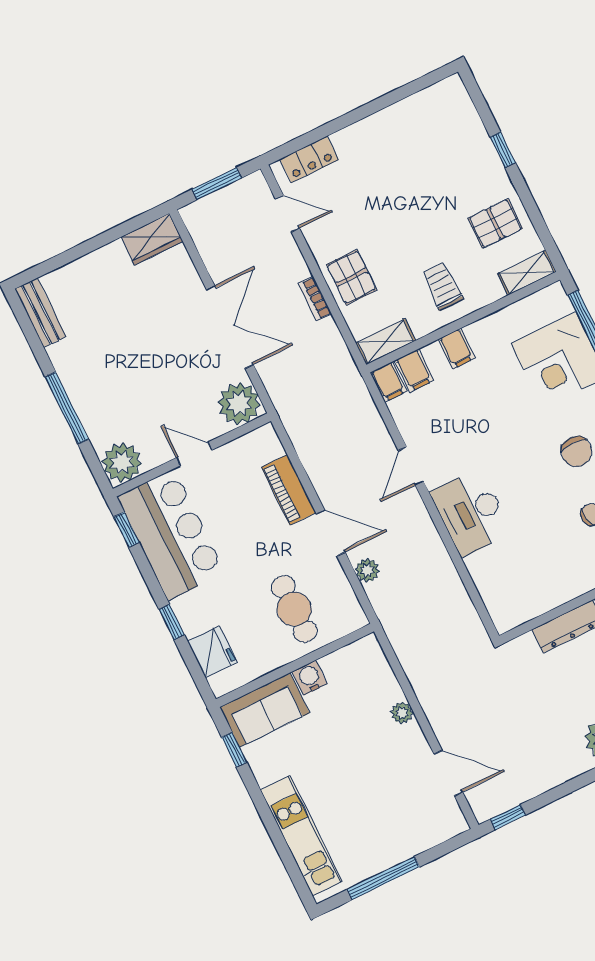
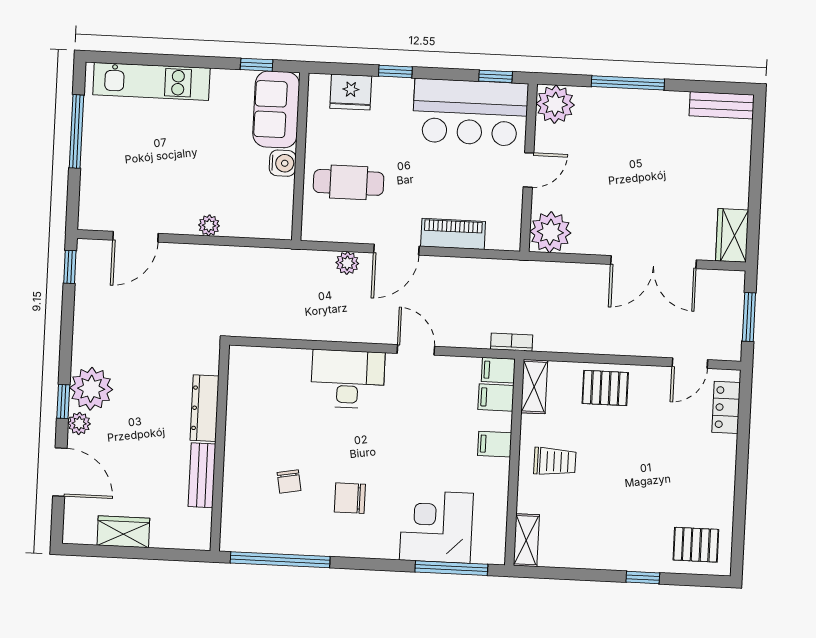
pallet: (495, 223) -> (696, 545), moved, turned 90
bookcase: (315, 299) -> (512, 342), moved
double door: (230, 327) -> (654, 262), moved

